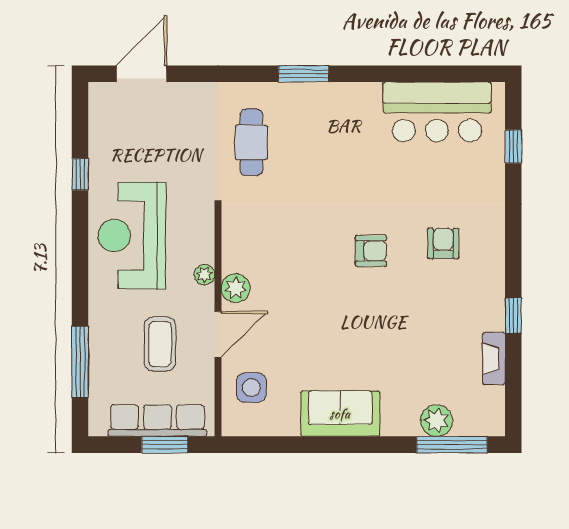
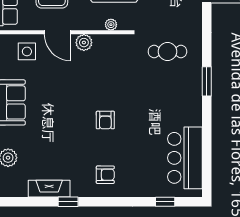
armchair: (443, 243) -> (105, 175), moved
plant: (205, 275) -> (111, 25), moved
fireplace: (494, 359) -> (49, 189), width x1.37, depth x1.32

